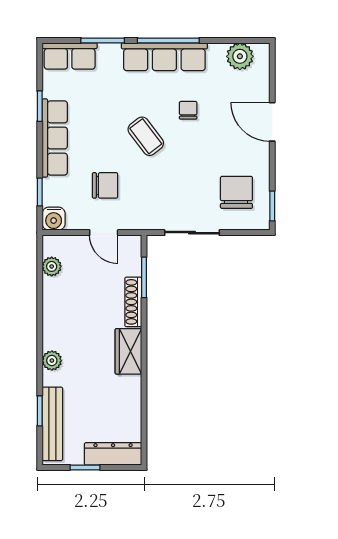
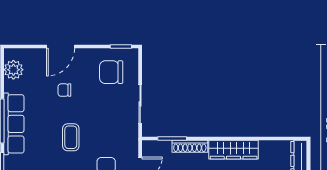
chair: (188, 110) -> (64, 90), moved
coffee table: (146, 136) -> (71, 137), turned -53
wardrobe: (128, 351) -> (234, 150), width x1.50

